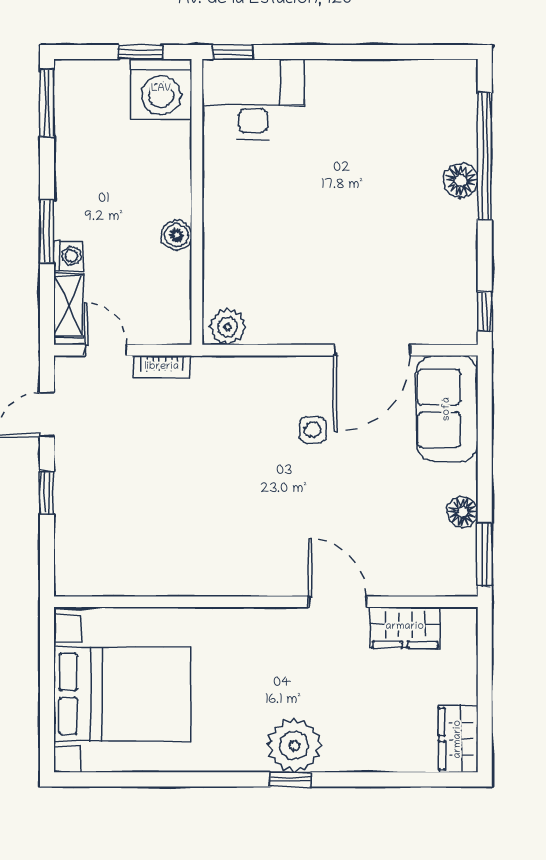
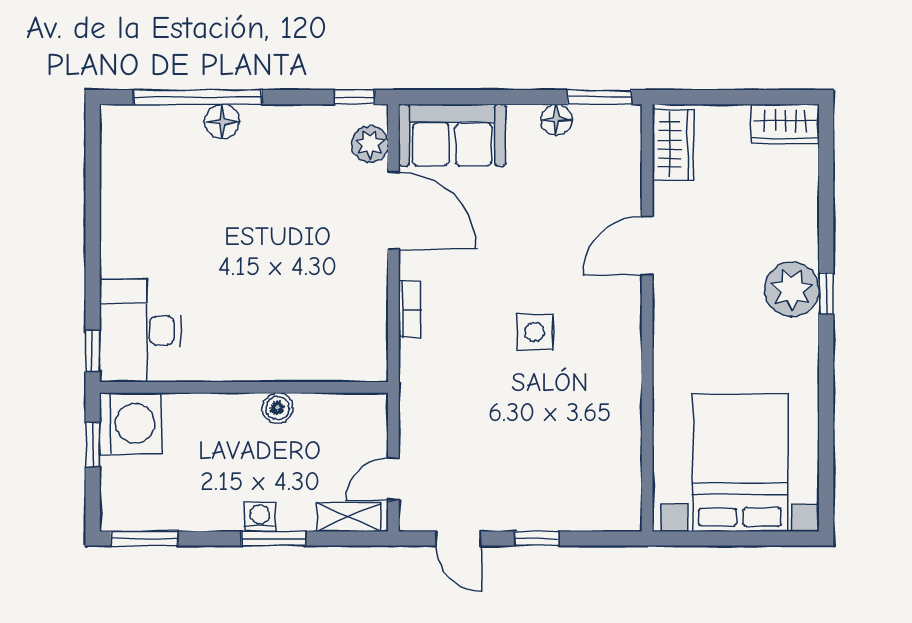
washing machine: (69, 256) -> (260, 517), moved
plant: (227, 327) -> (370, 144), moved
bookcase: (162, 367) -> (410, 310), moved
side table: (313, 430) -> (535, 332), moved, width x1.37, depth x1.37
wardrobe: (405, 627) -> (673, 145), moved

